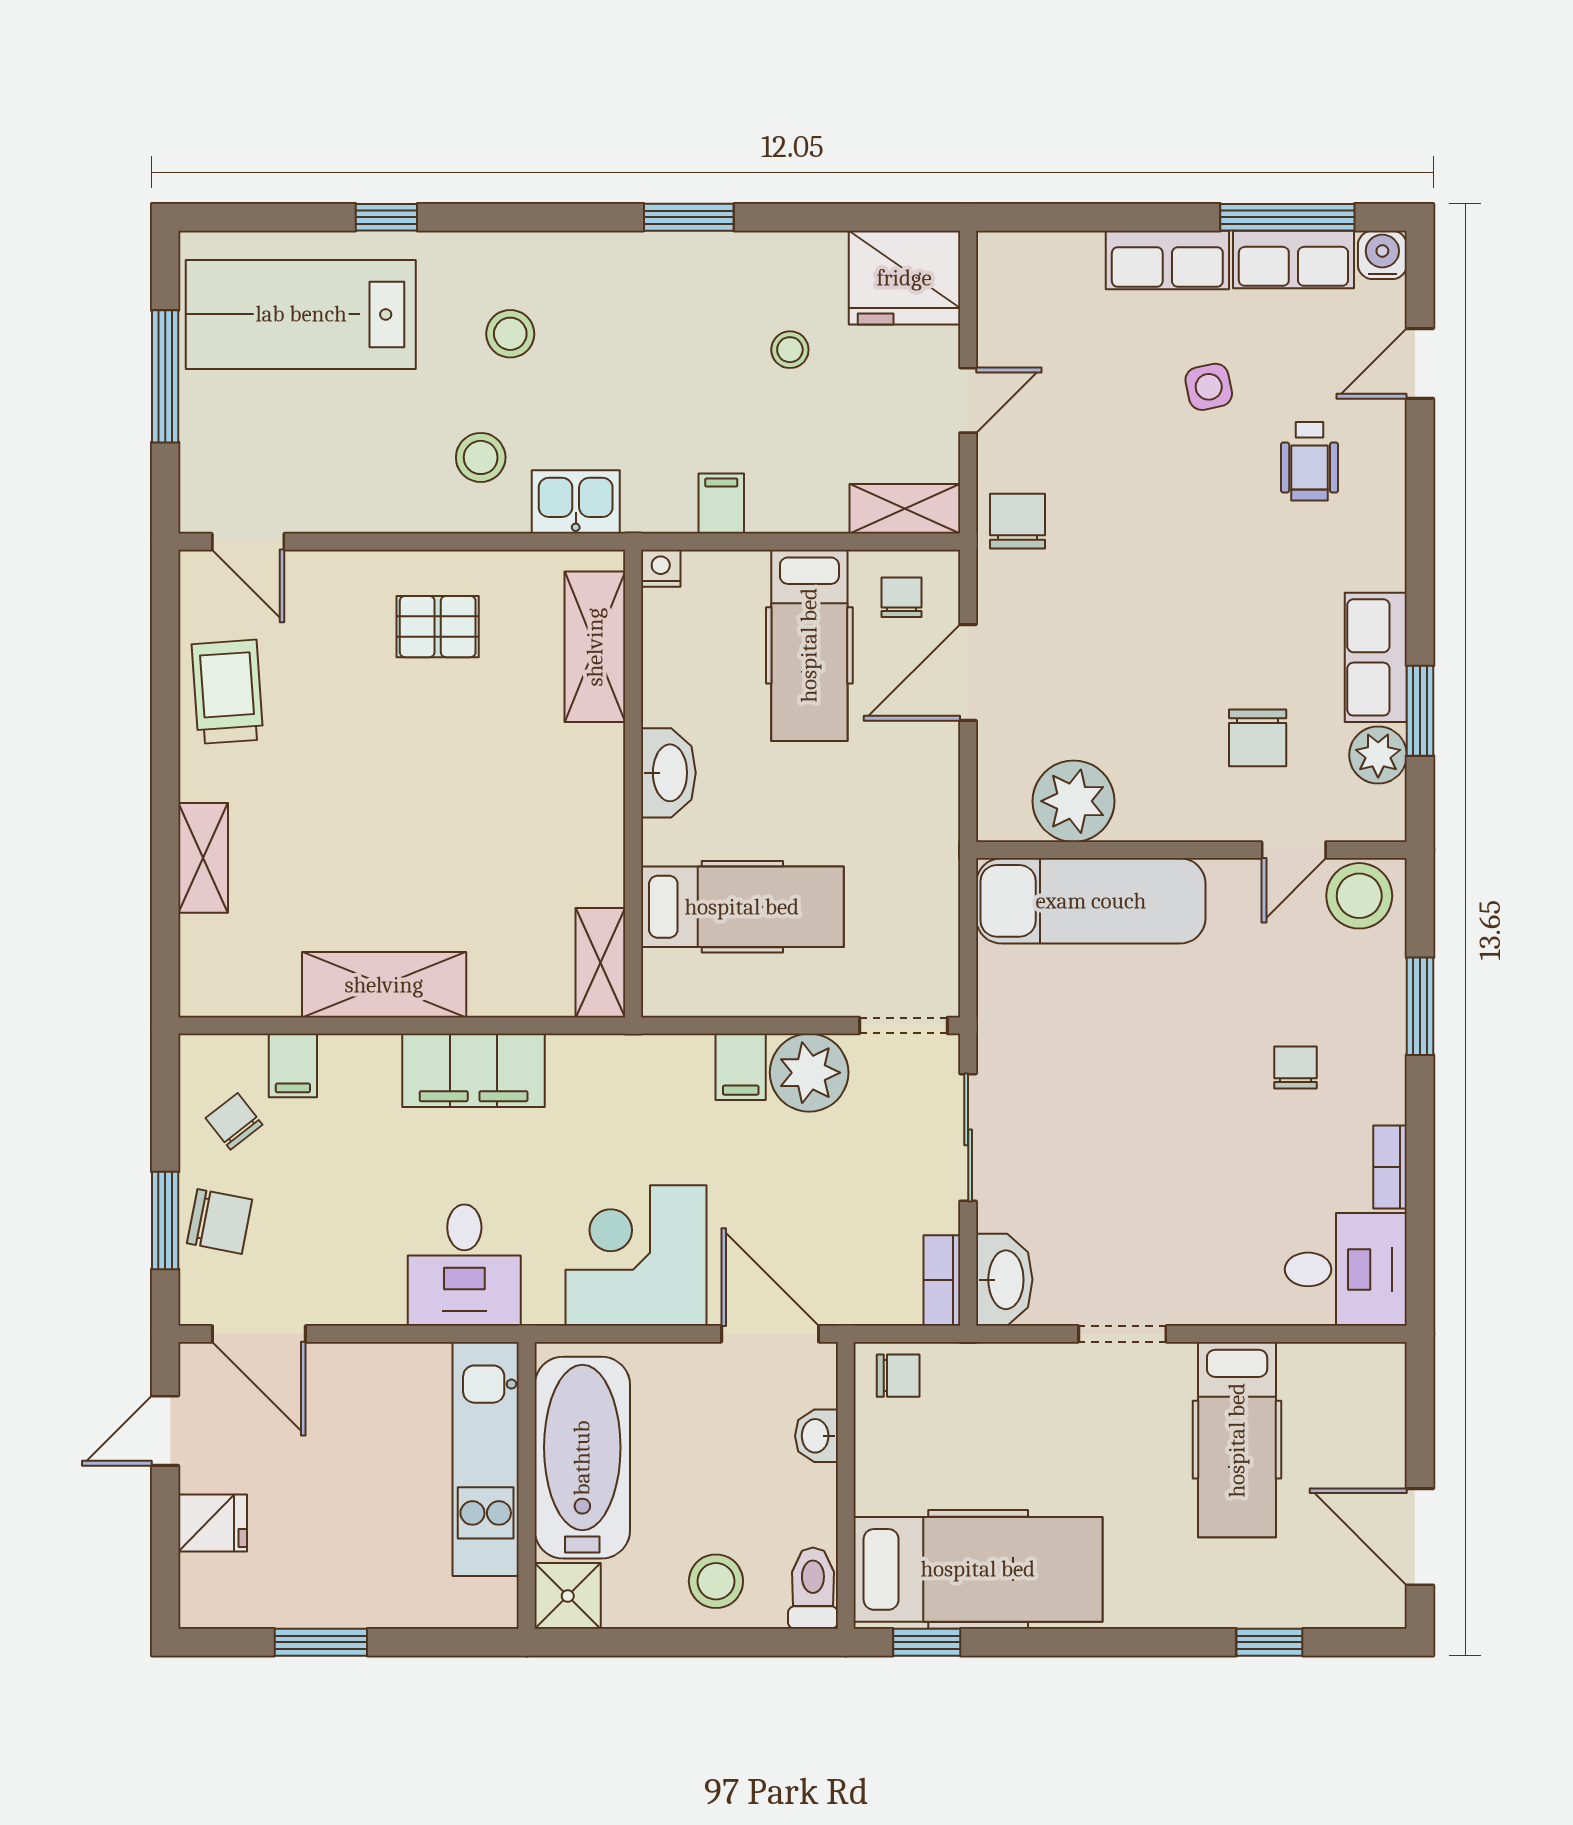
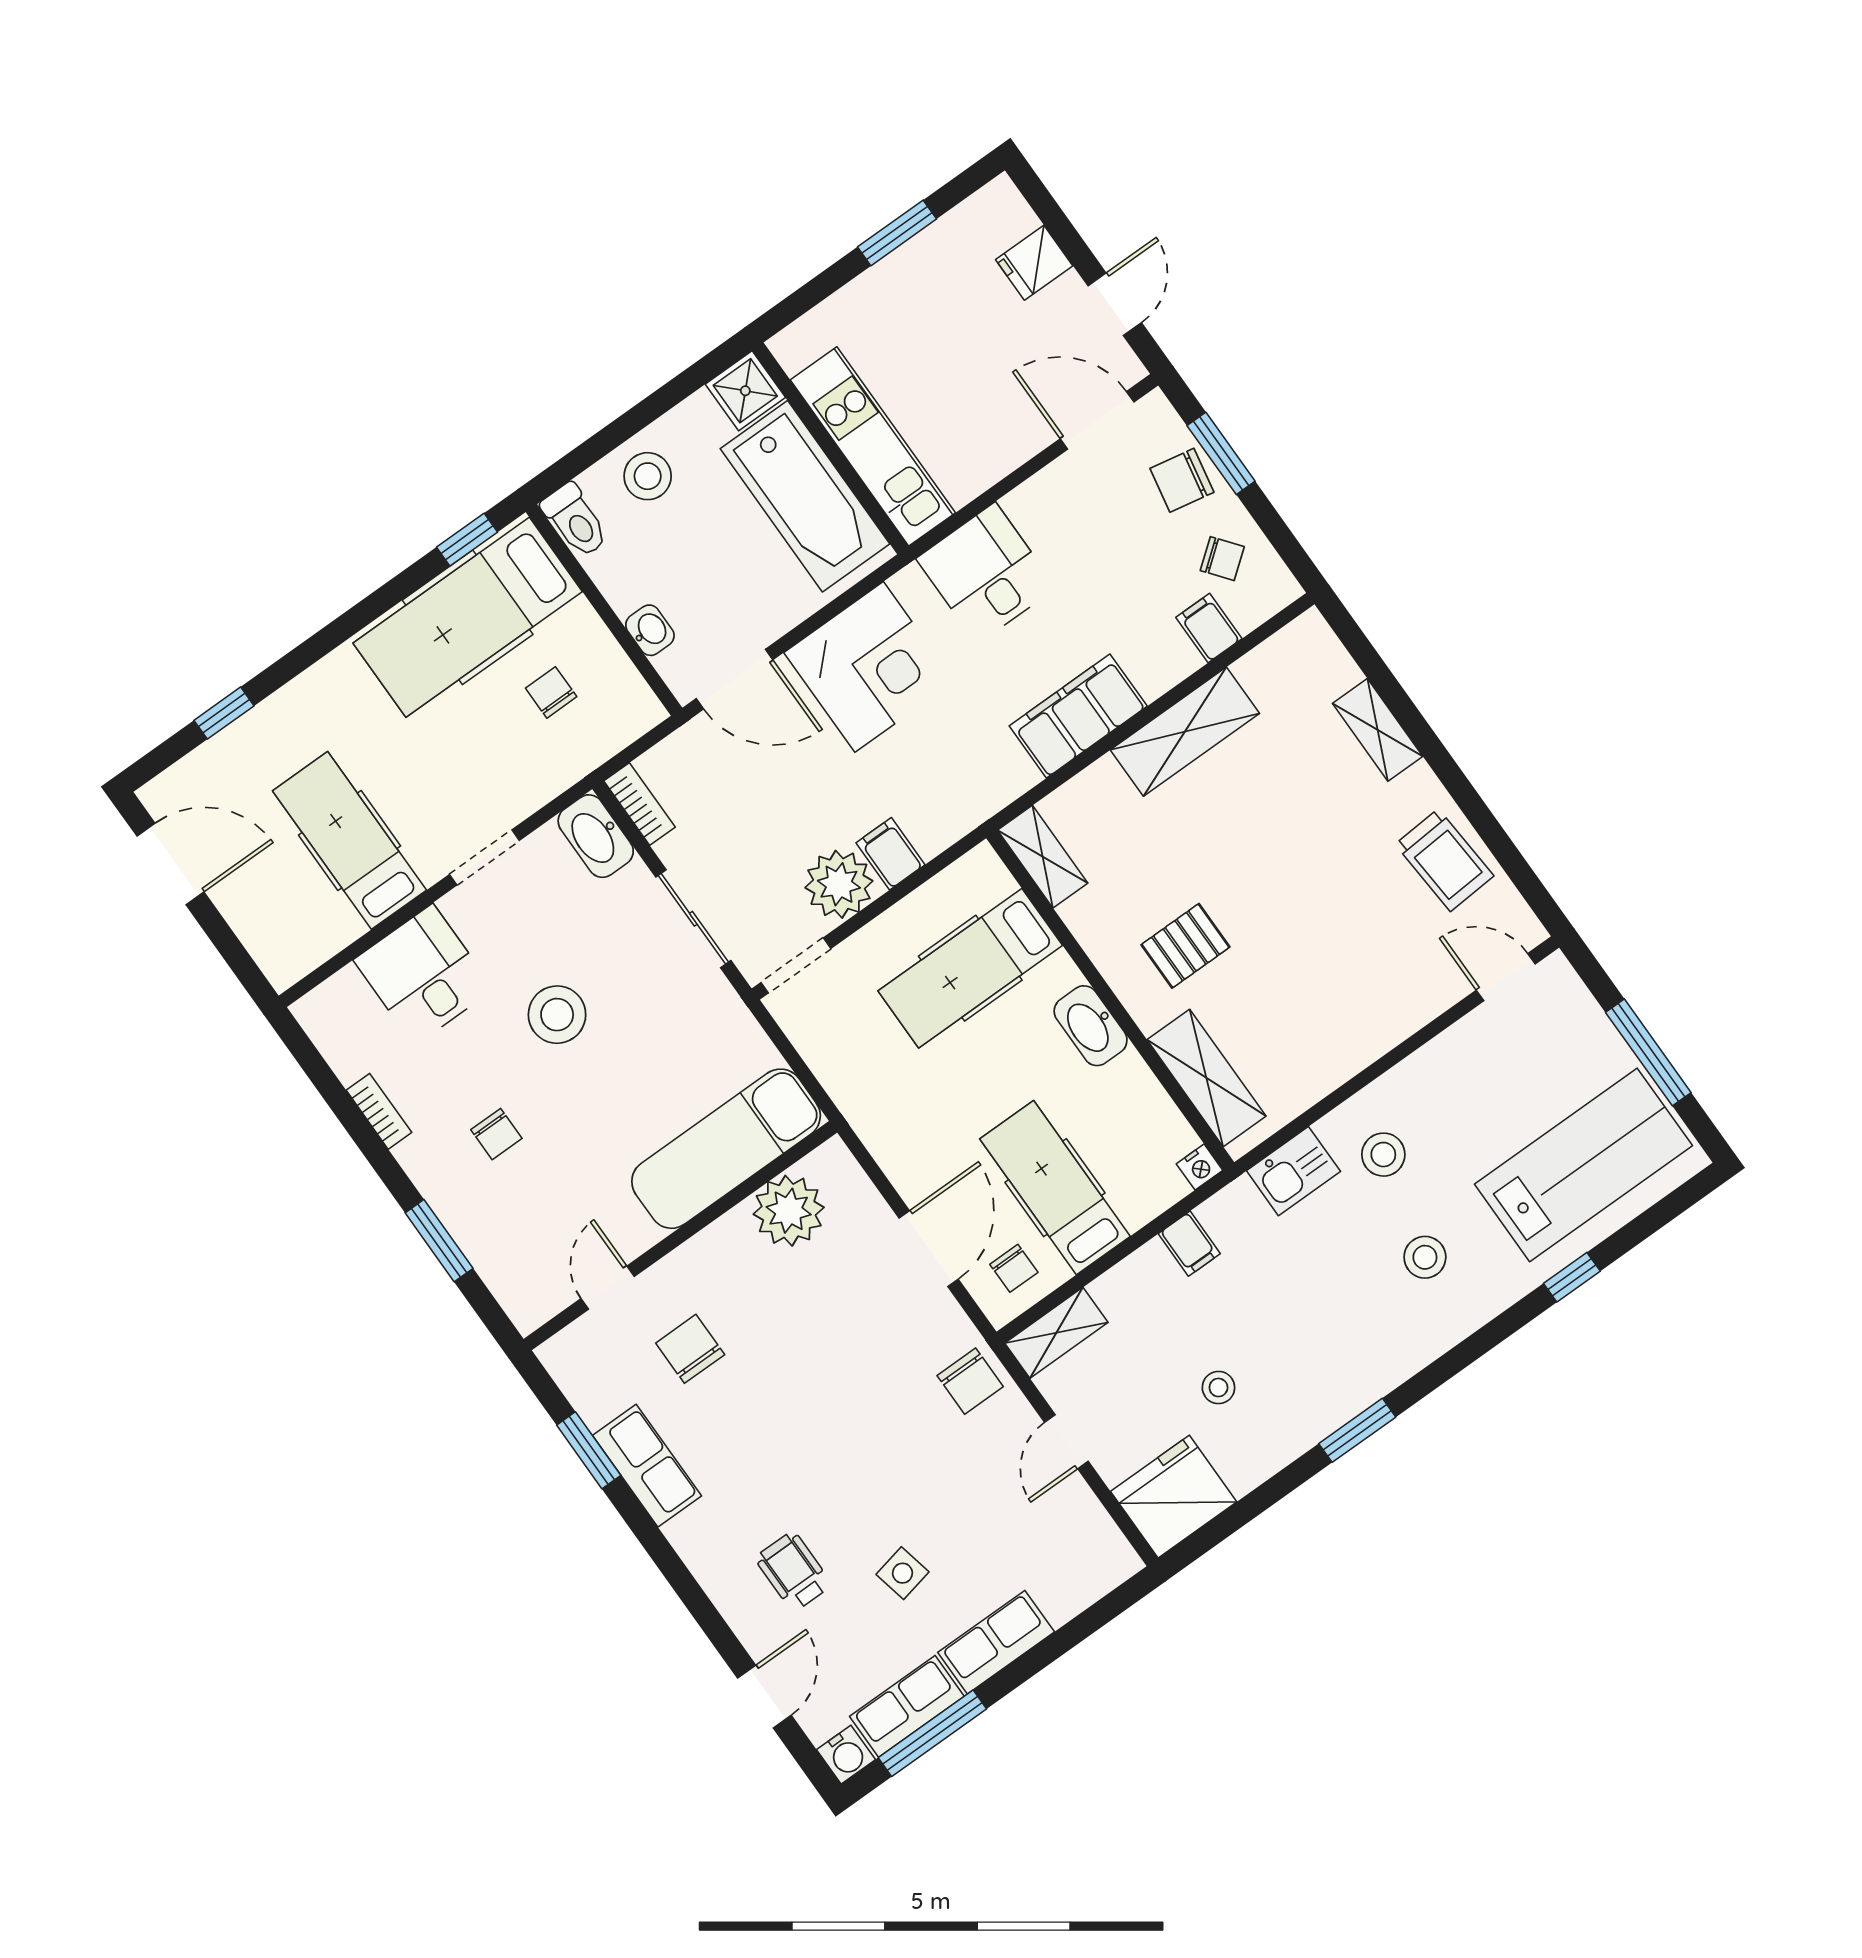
pallet: (438, 627) -> (1185, 946), moved
plant: (1378, 755) -> (596, 1398), removed
stool: (1359, 896) -> (557, 1015), moved
desk: (1346, 1269) -> (424, 975), moved, turned 90
chair: (898, 1376) -> (551, 692), moved, turned 90

